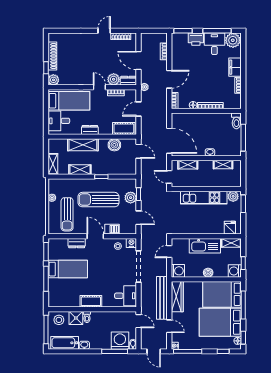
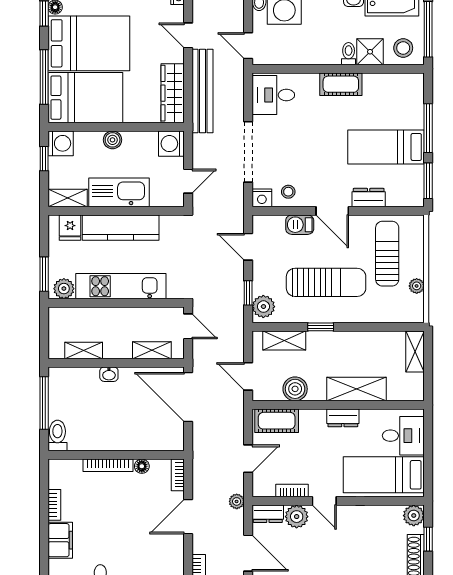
shelving: (80, 170) -> (284, 341), moved
plant: (131, 198) -> (263, 307), moved
kitchen counter: (204, 228) -> (121, 228), added

